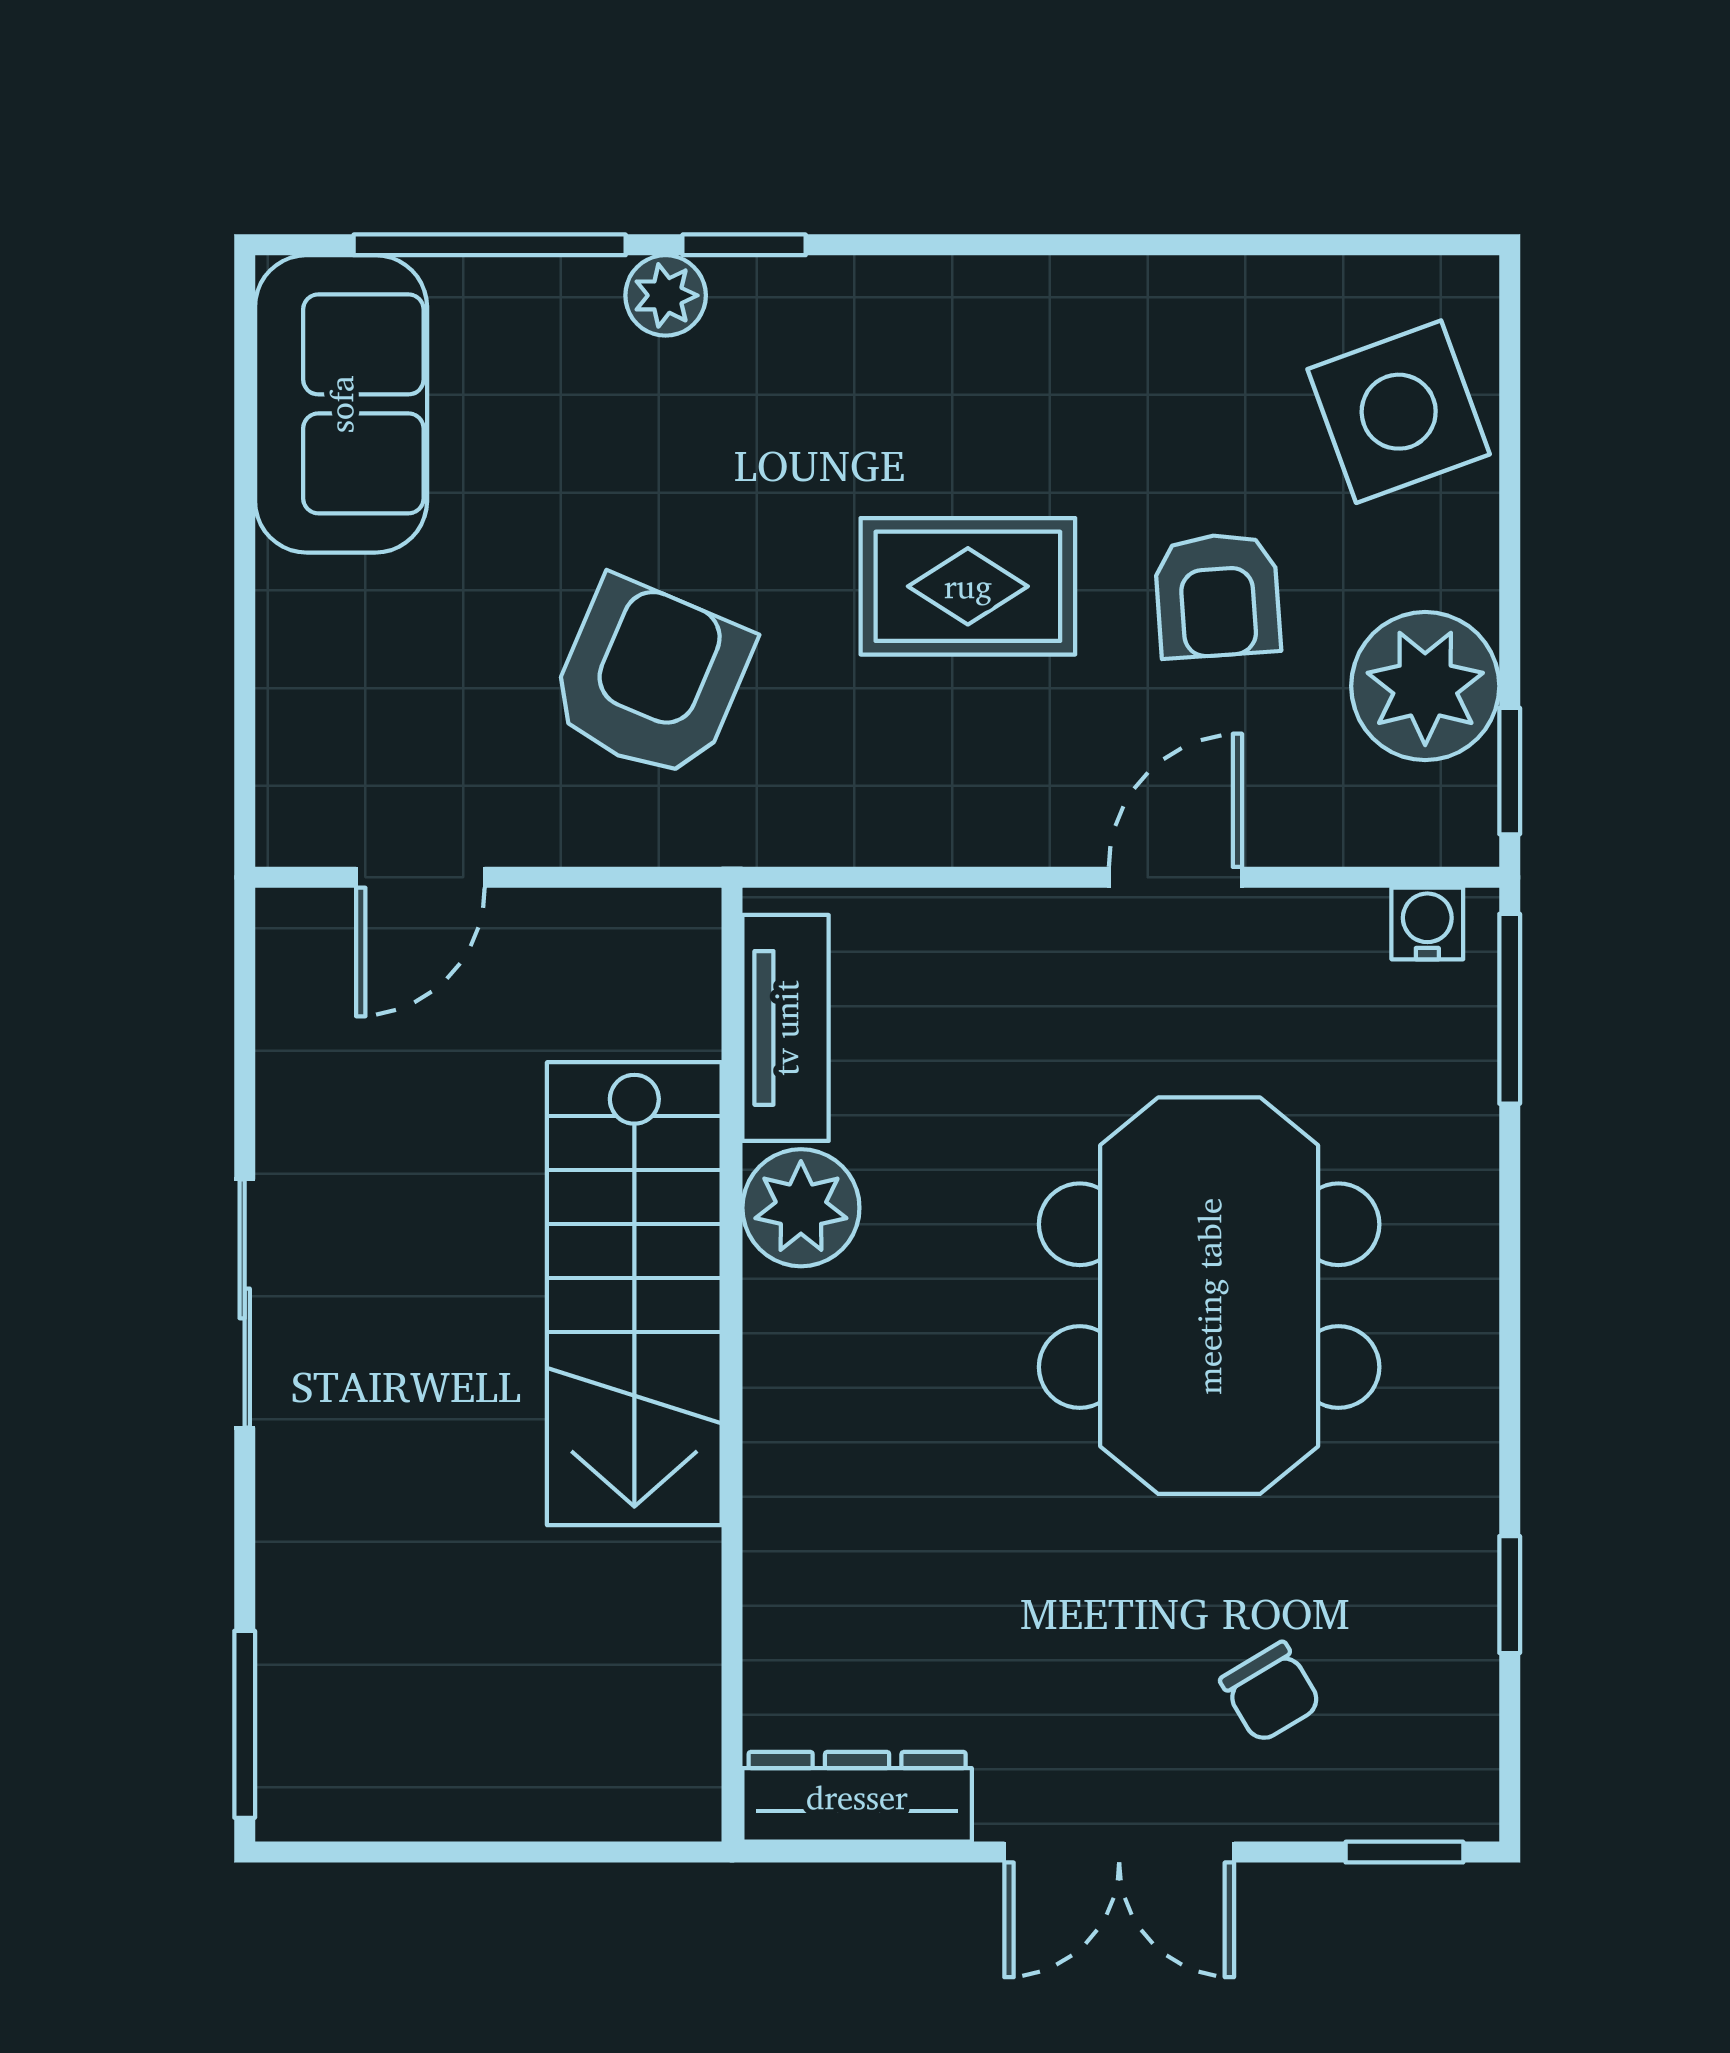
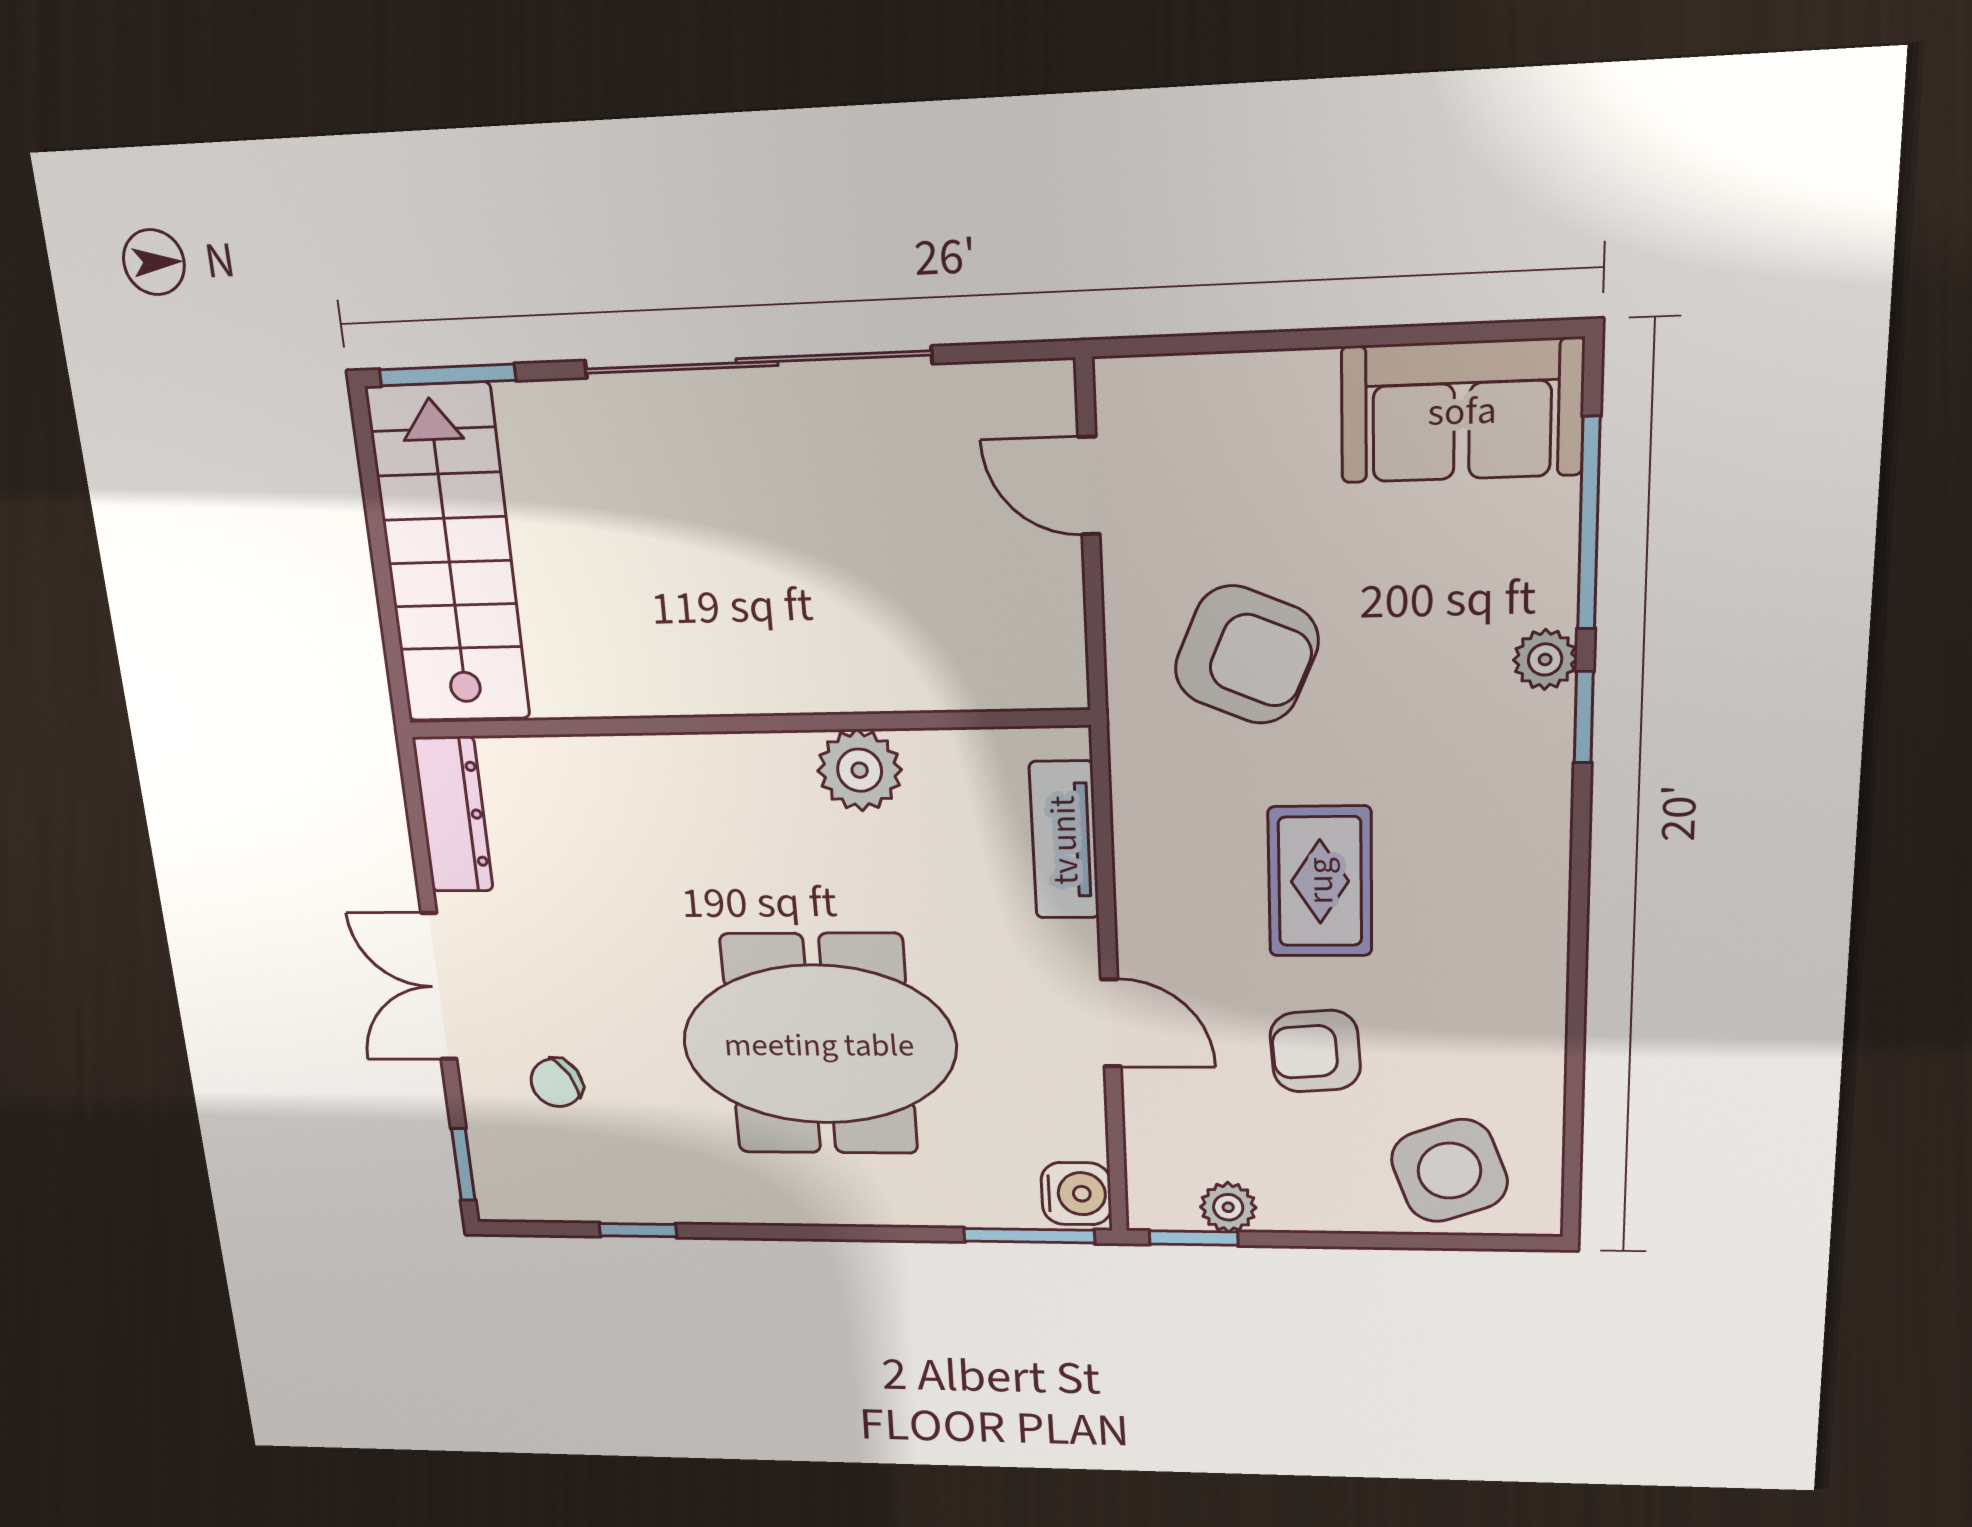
plant: (1425, 686) -> (1228, 1207), width x0.53, depth x0.53
water cooler: (1427, 924) -> (1076, 1194), width x1.38, depth x1.38
tv unit: (786, 1028) -> (1064, 840), moved, turned 90
stairs: (634, 1294) -> (449, 555), moved, turned 90
sliding door: (245, 1303) -> (757, 362), width x1.86

